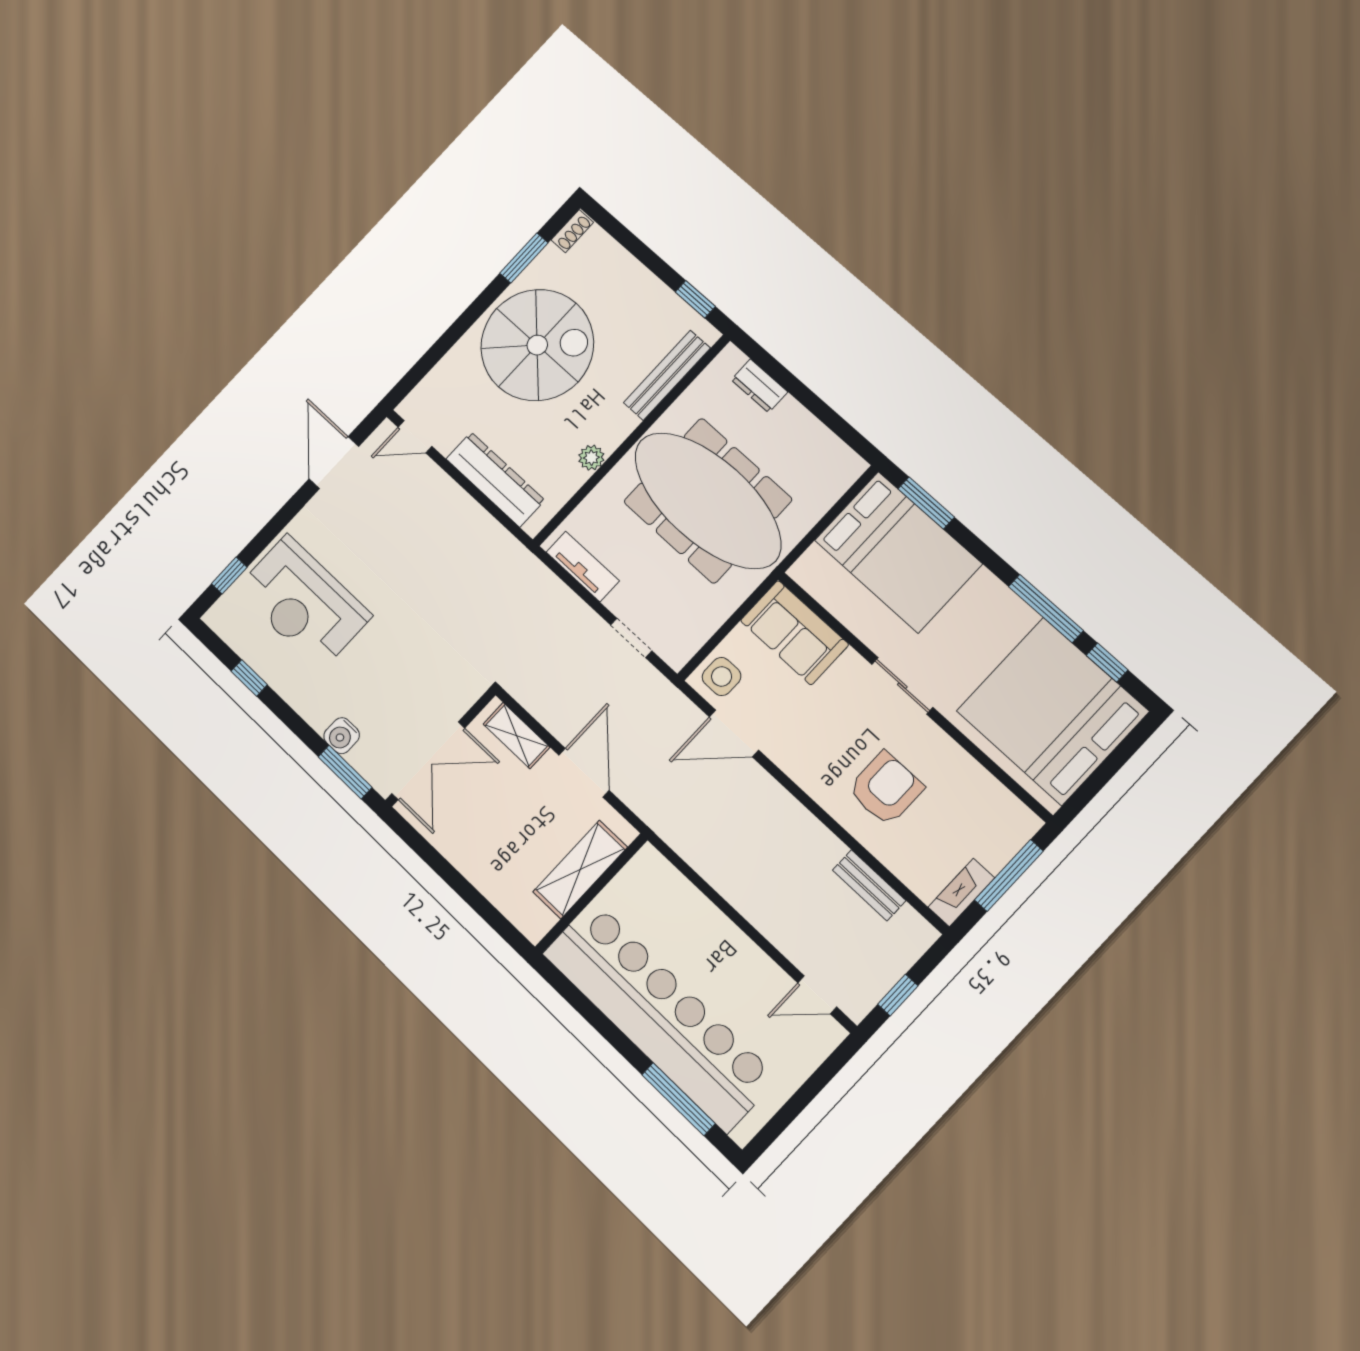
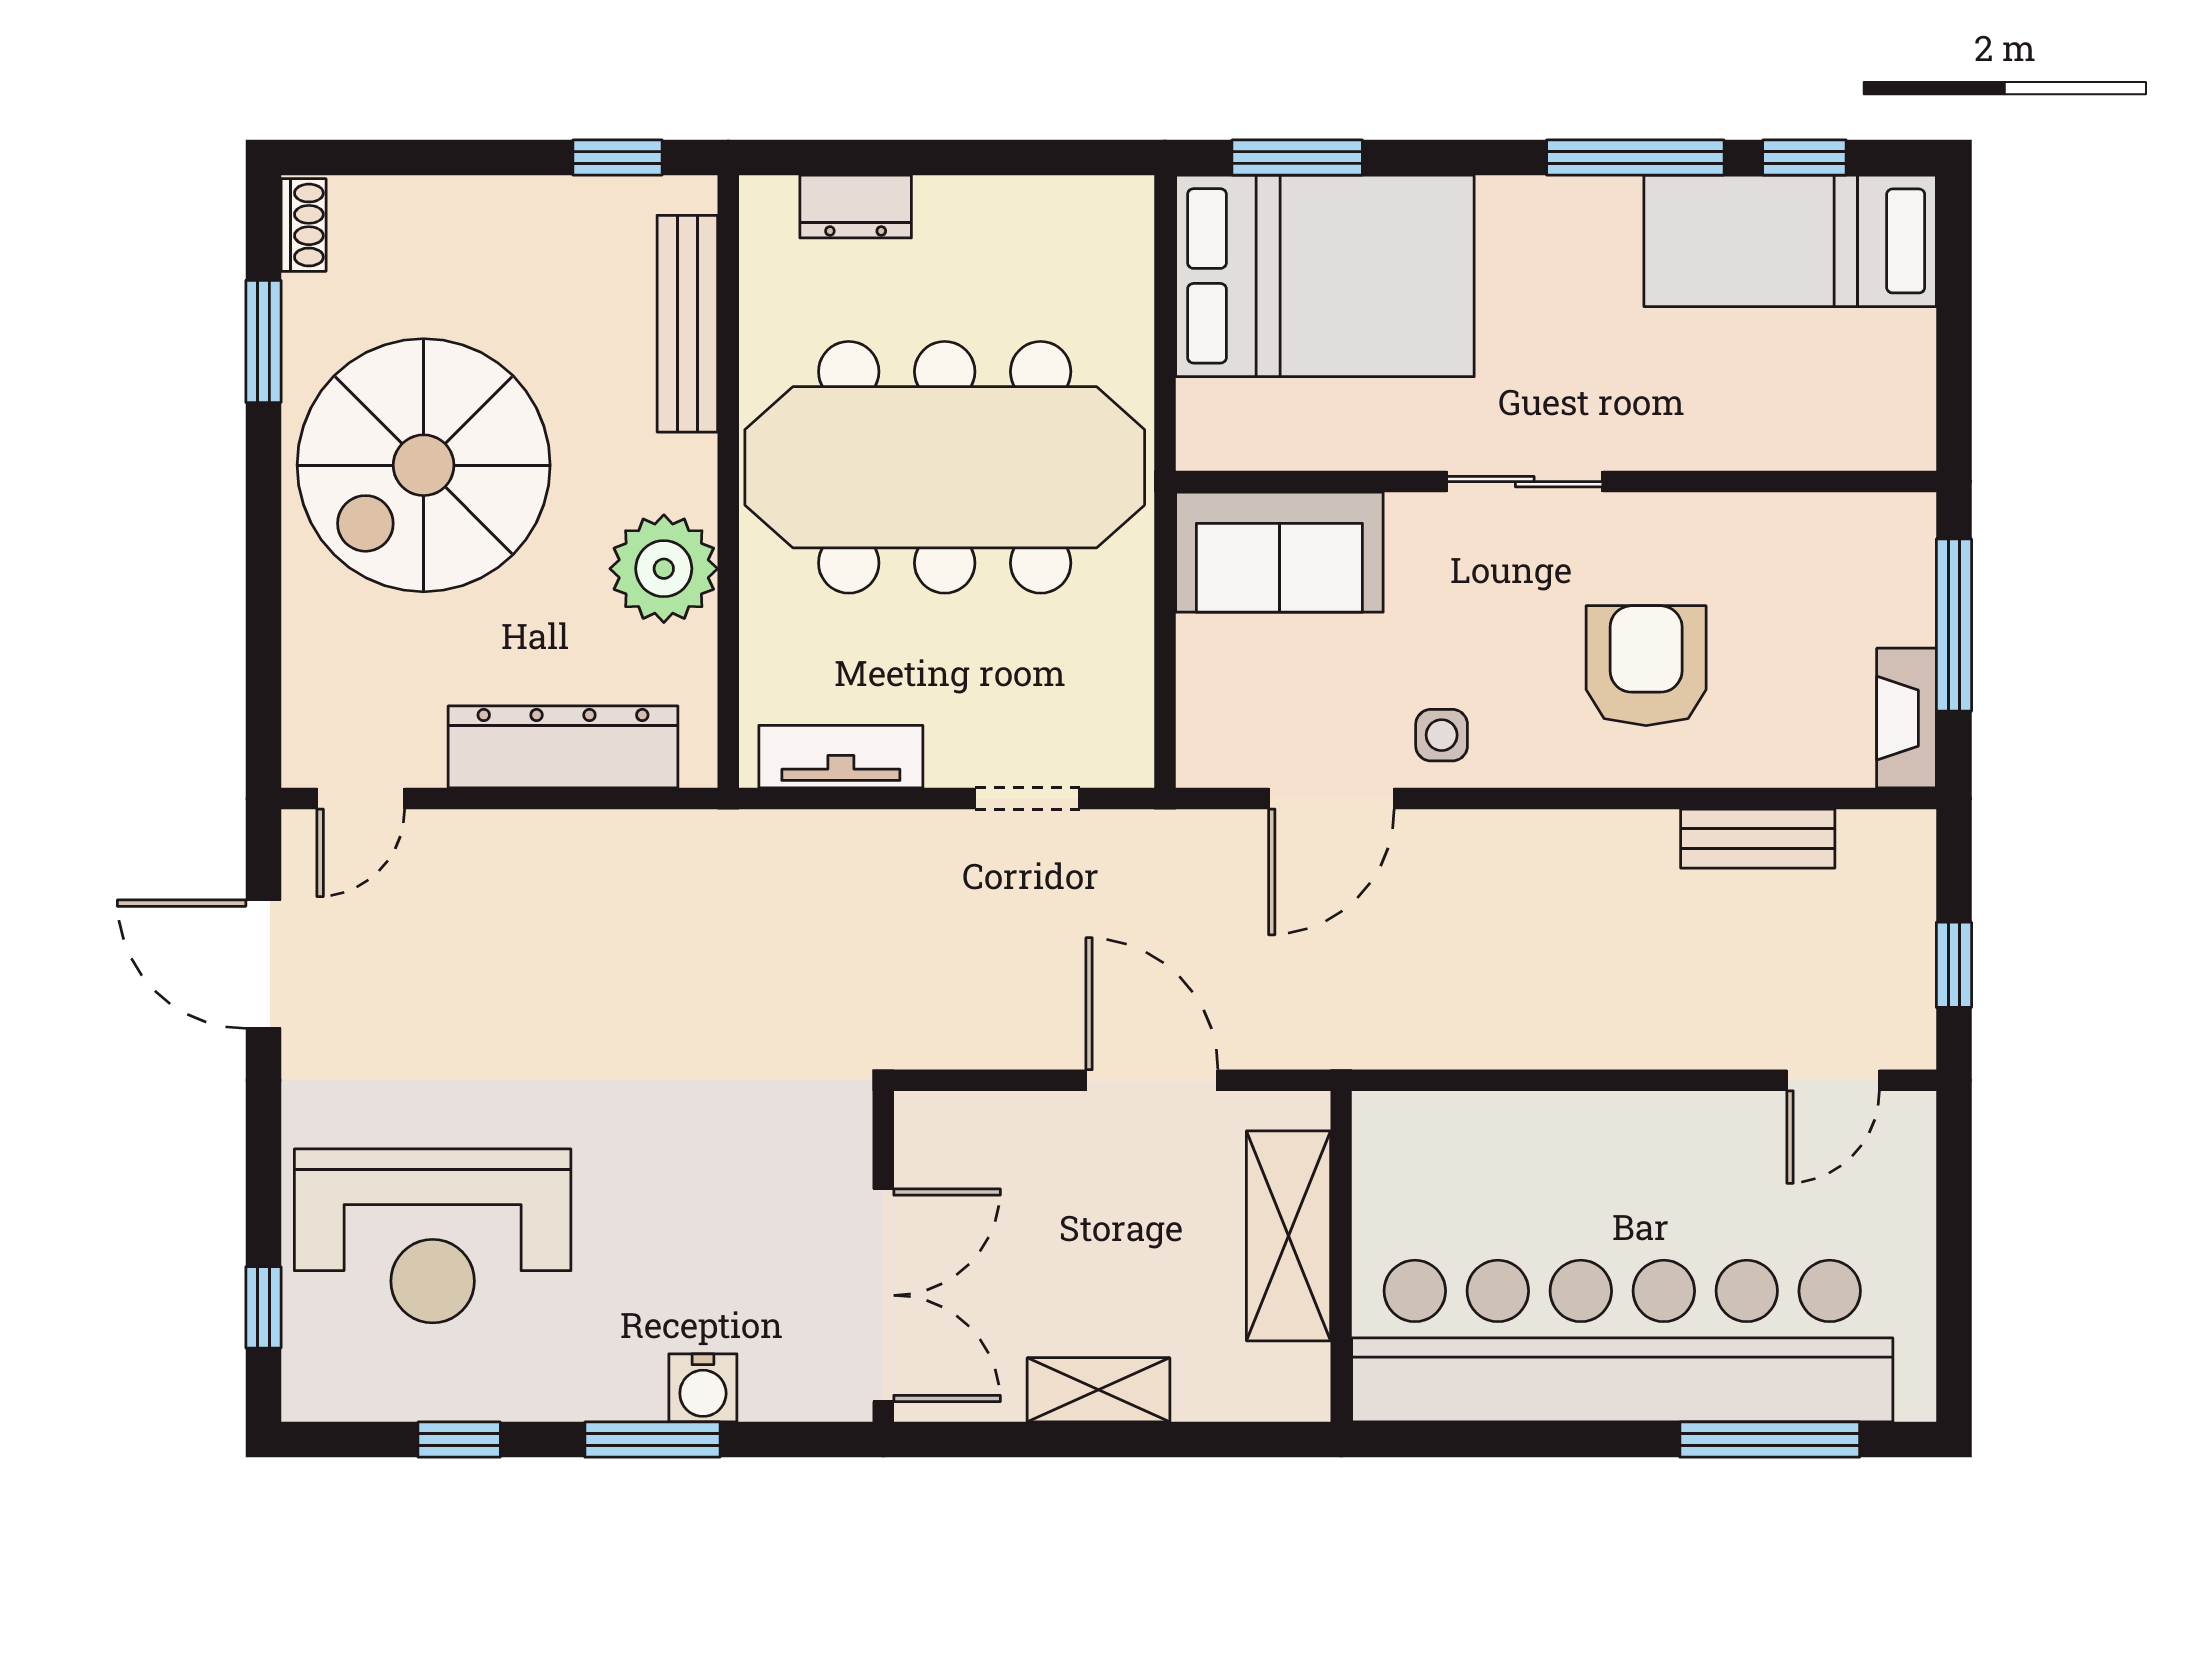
spiral stairs: (537, 345) -> (424, 465), turned 180
plant: (591, 458) -> (664, 569), width x1.88, depth x1.88
side table: (722, 677) -> (1442, 735), moved, width x0.73, depth x0.73
bed: (1052, 711) -> (1790, 241), width x0.49
shelving: (516, 736) -> (1099, 1390), moved
window: (345, 772) -> (652, 1440), moved

